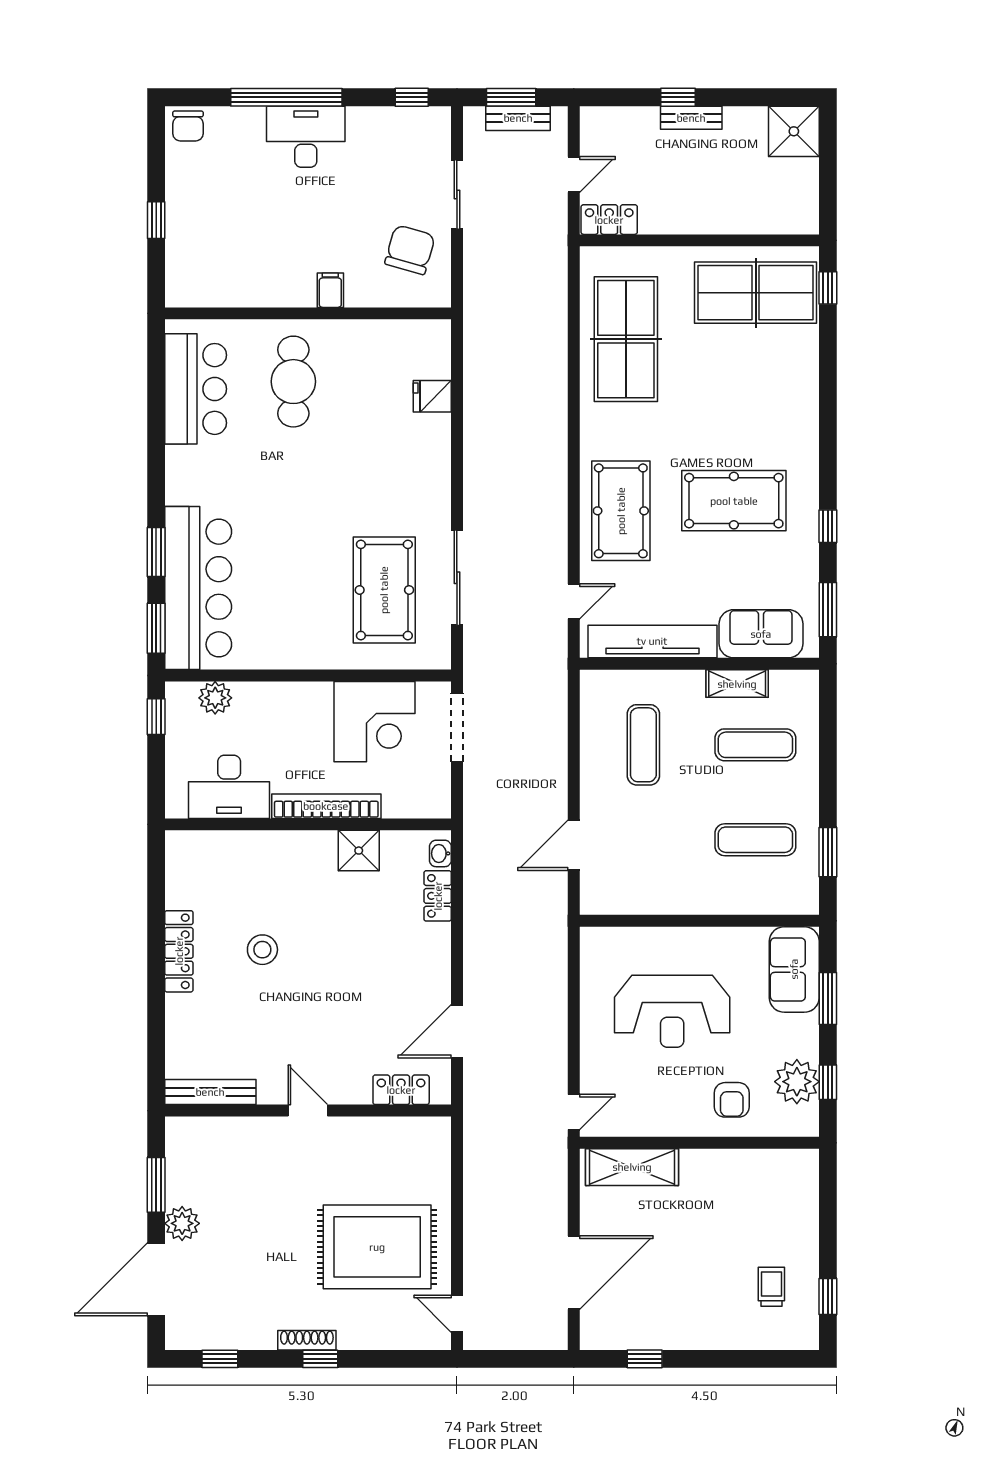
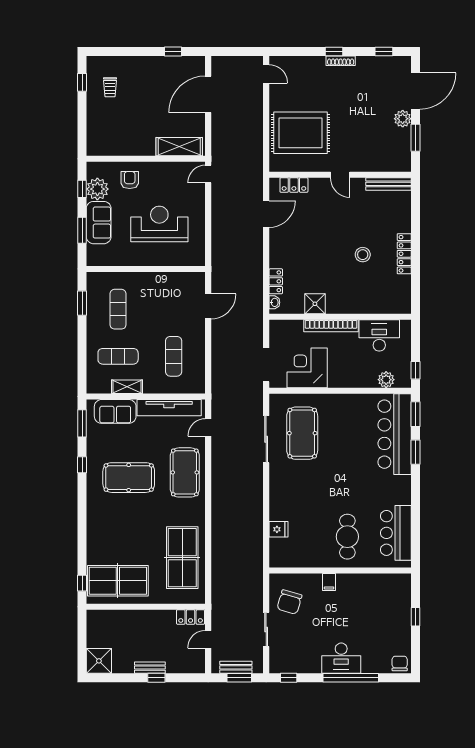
exercise mat: (755, 840) -> (118, 309), turned 90
sofa: (794, 969) -> (99, 223), moved
rug: (377, 1247) -> (301, 133), moved

